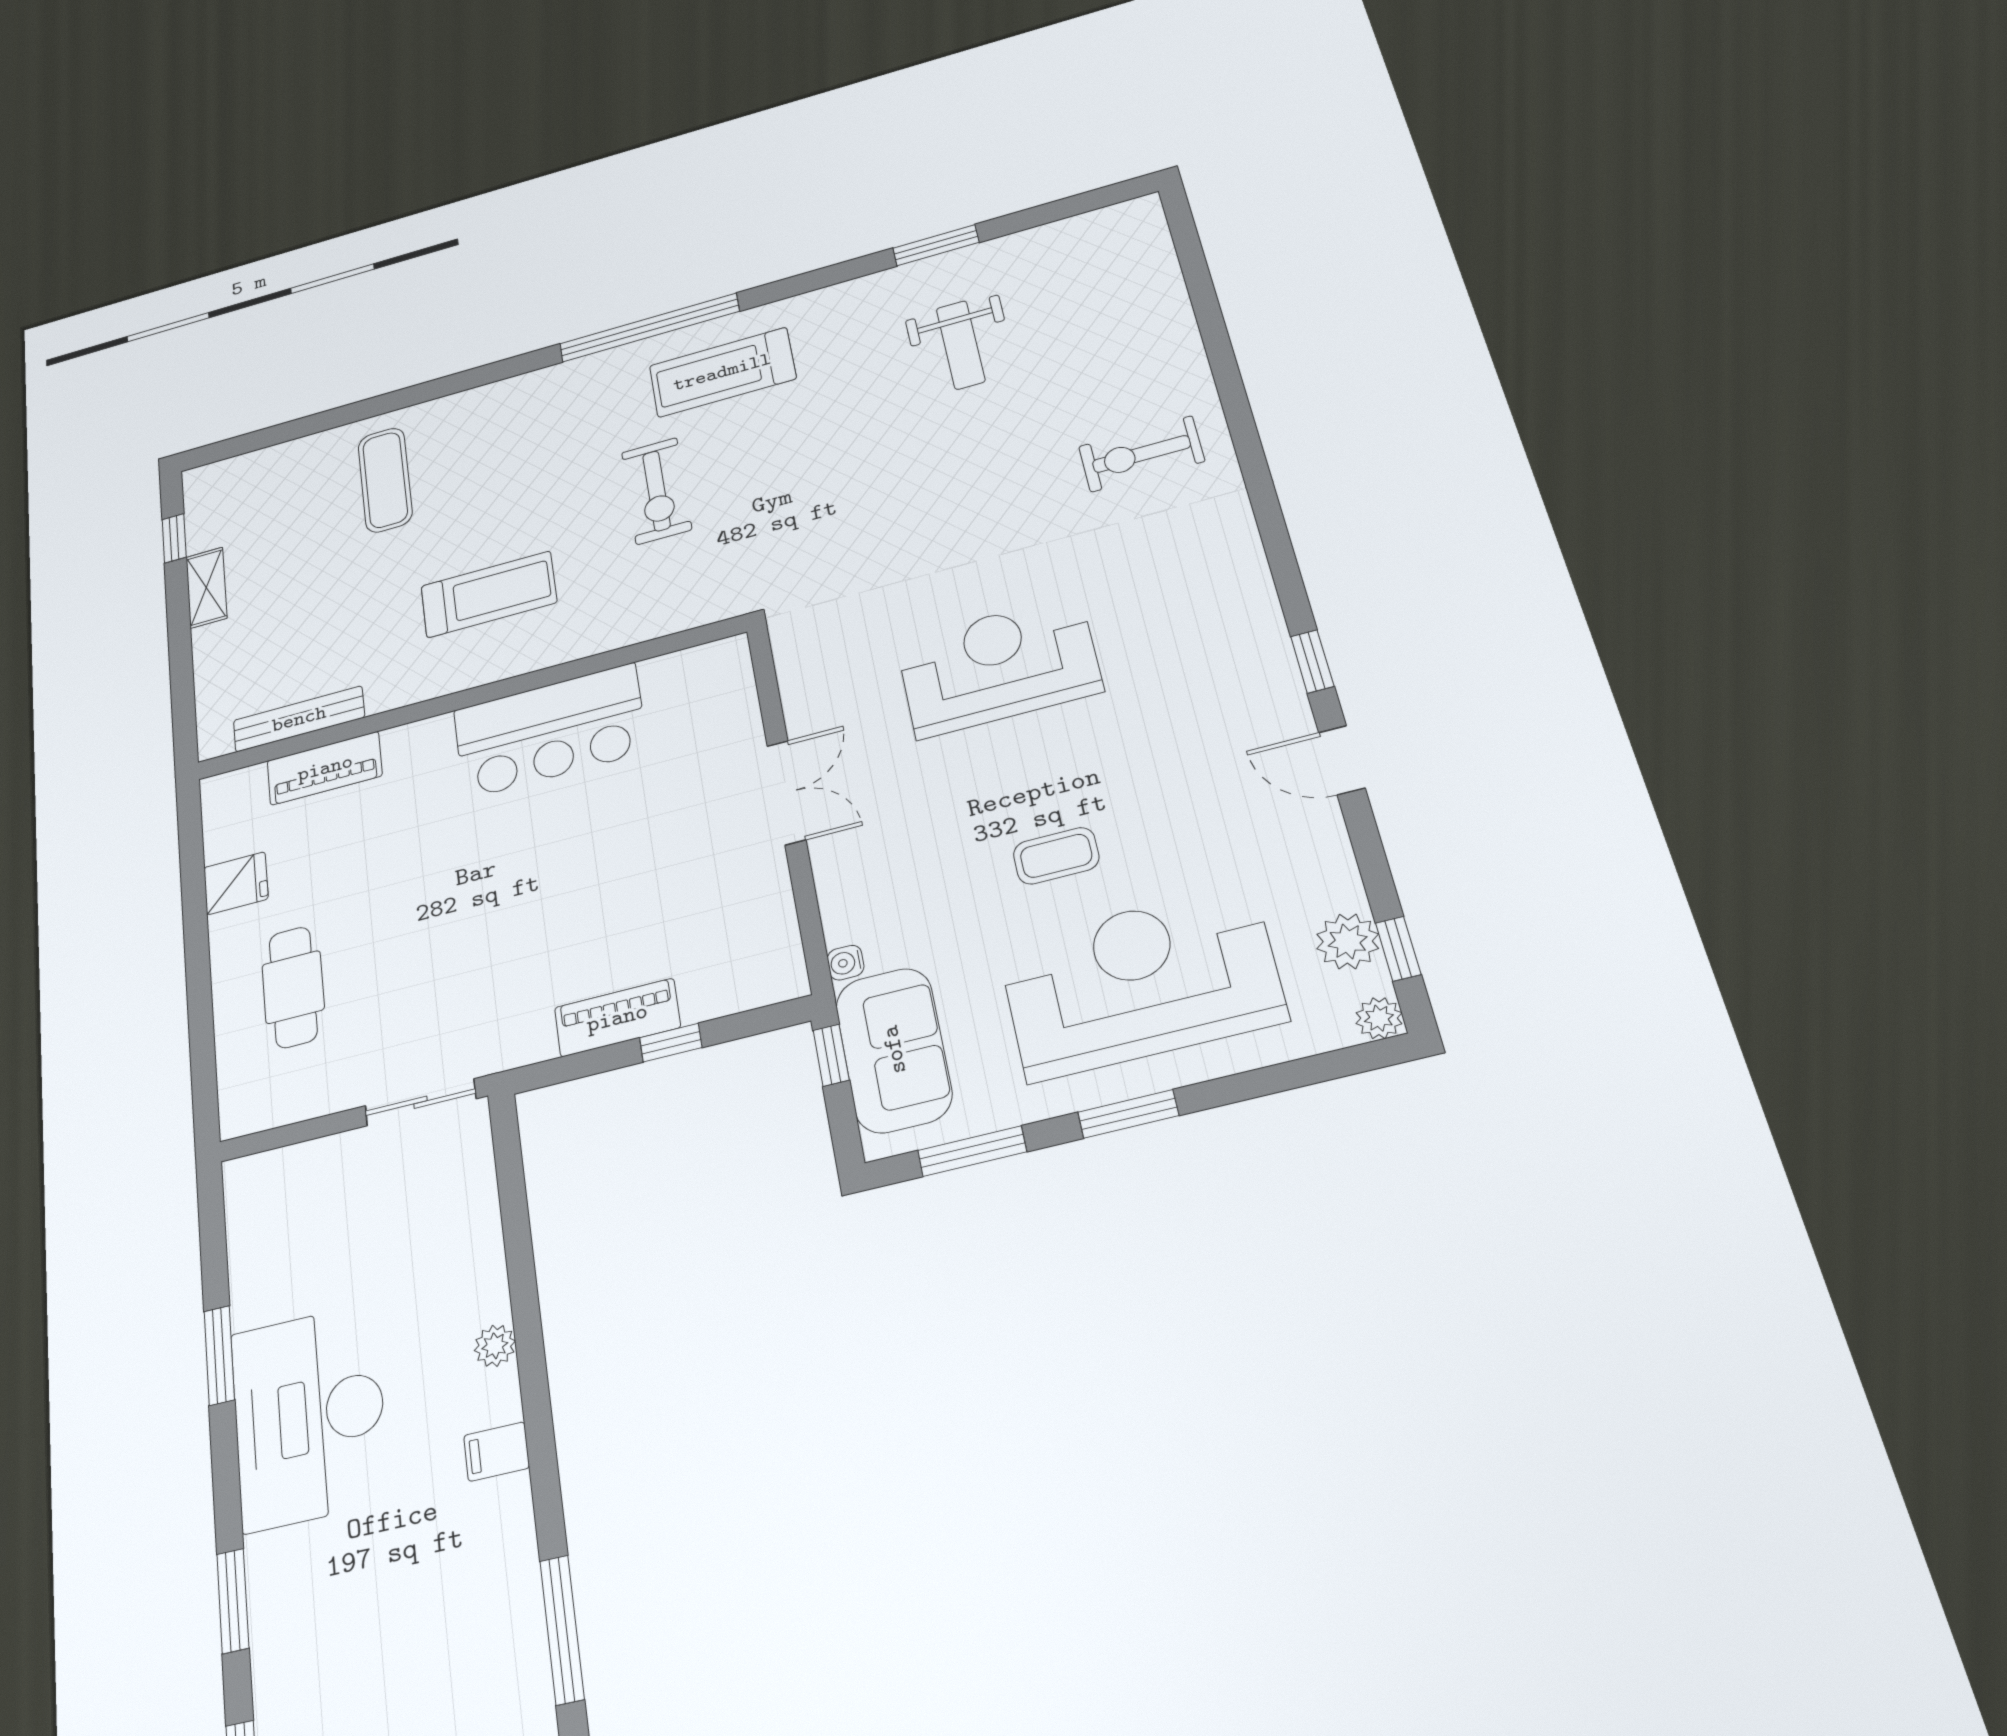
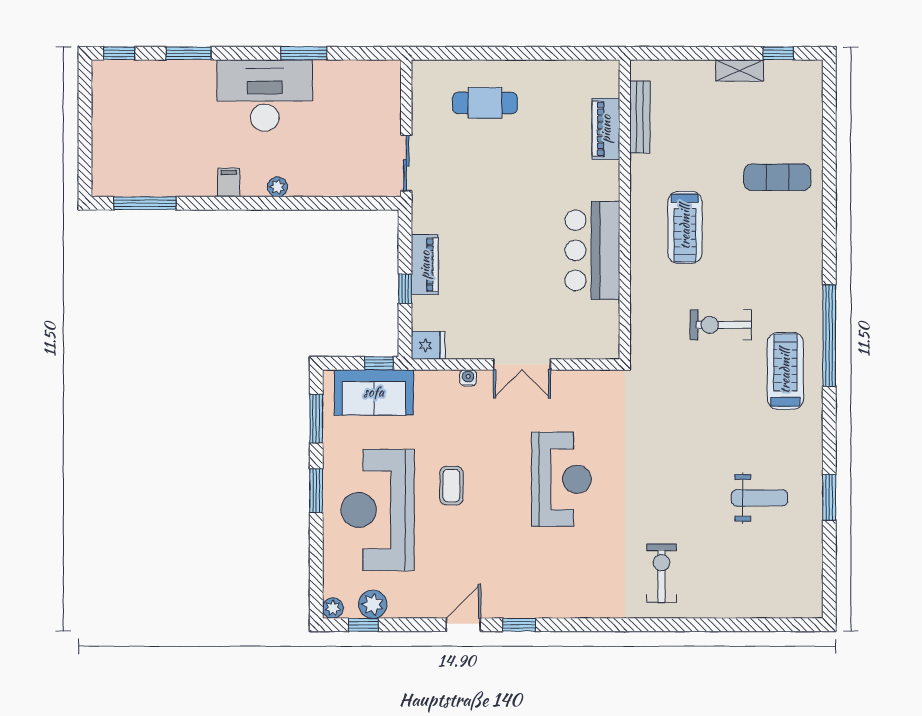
weight bench: (961, 345) -> (760, 498), turned 180
fridge: (236, 883) -> (428, 345), moved, turned -90
water cooler: (846, 963) -> (468, 378), moved
reception desk: (1141, 982) -> (378, 510), turned 180

